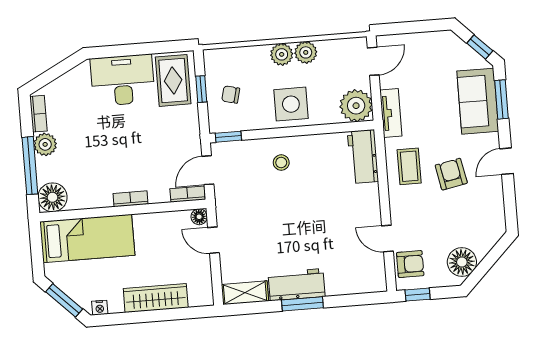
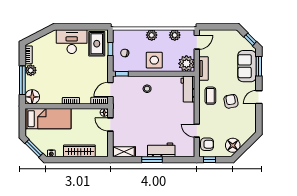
plant: (306, 52) -> (175, 35), moved
workbench: (297, 285) -> (161, 150), moved

